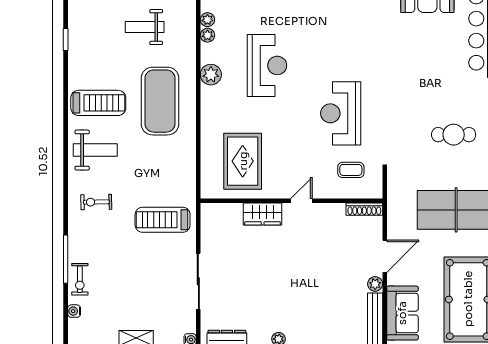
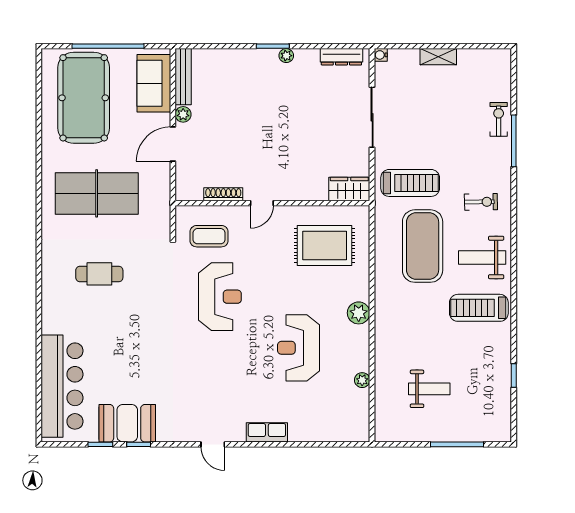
plant: (207, 20) -> (362, 397), removed
plant: (211, 75) -> (359, 313), moved
exercise mat: (160, 101) -> (423, 246), moved
rug: (243, 161) -> (325, 245), turned 90
coffee table: (351, 170) -> (209, 236), width x1.36, depth x1.30
shoe rack: (364, 209) -> (223, 194), moved
wardrobe: (263, 214) -> (349, 189), moved
water cooler: (74, 311) -> (505, 85), removed

